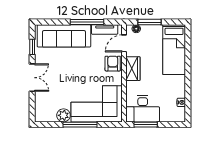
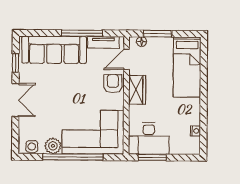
side table: (46, 116) -> (32, 147), added
window: (80, 125) -> (73, 157), width x1.46

